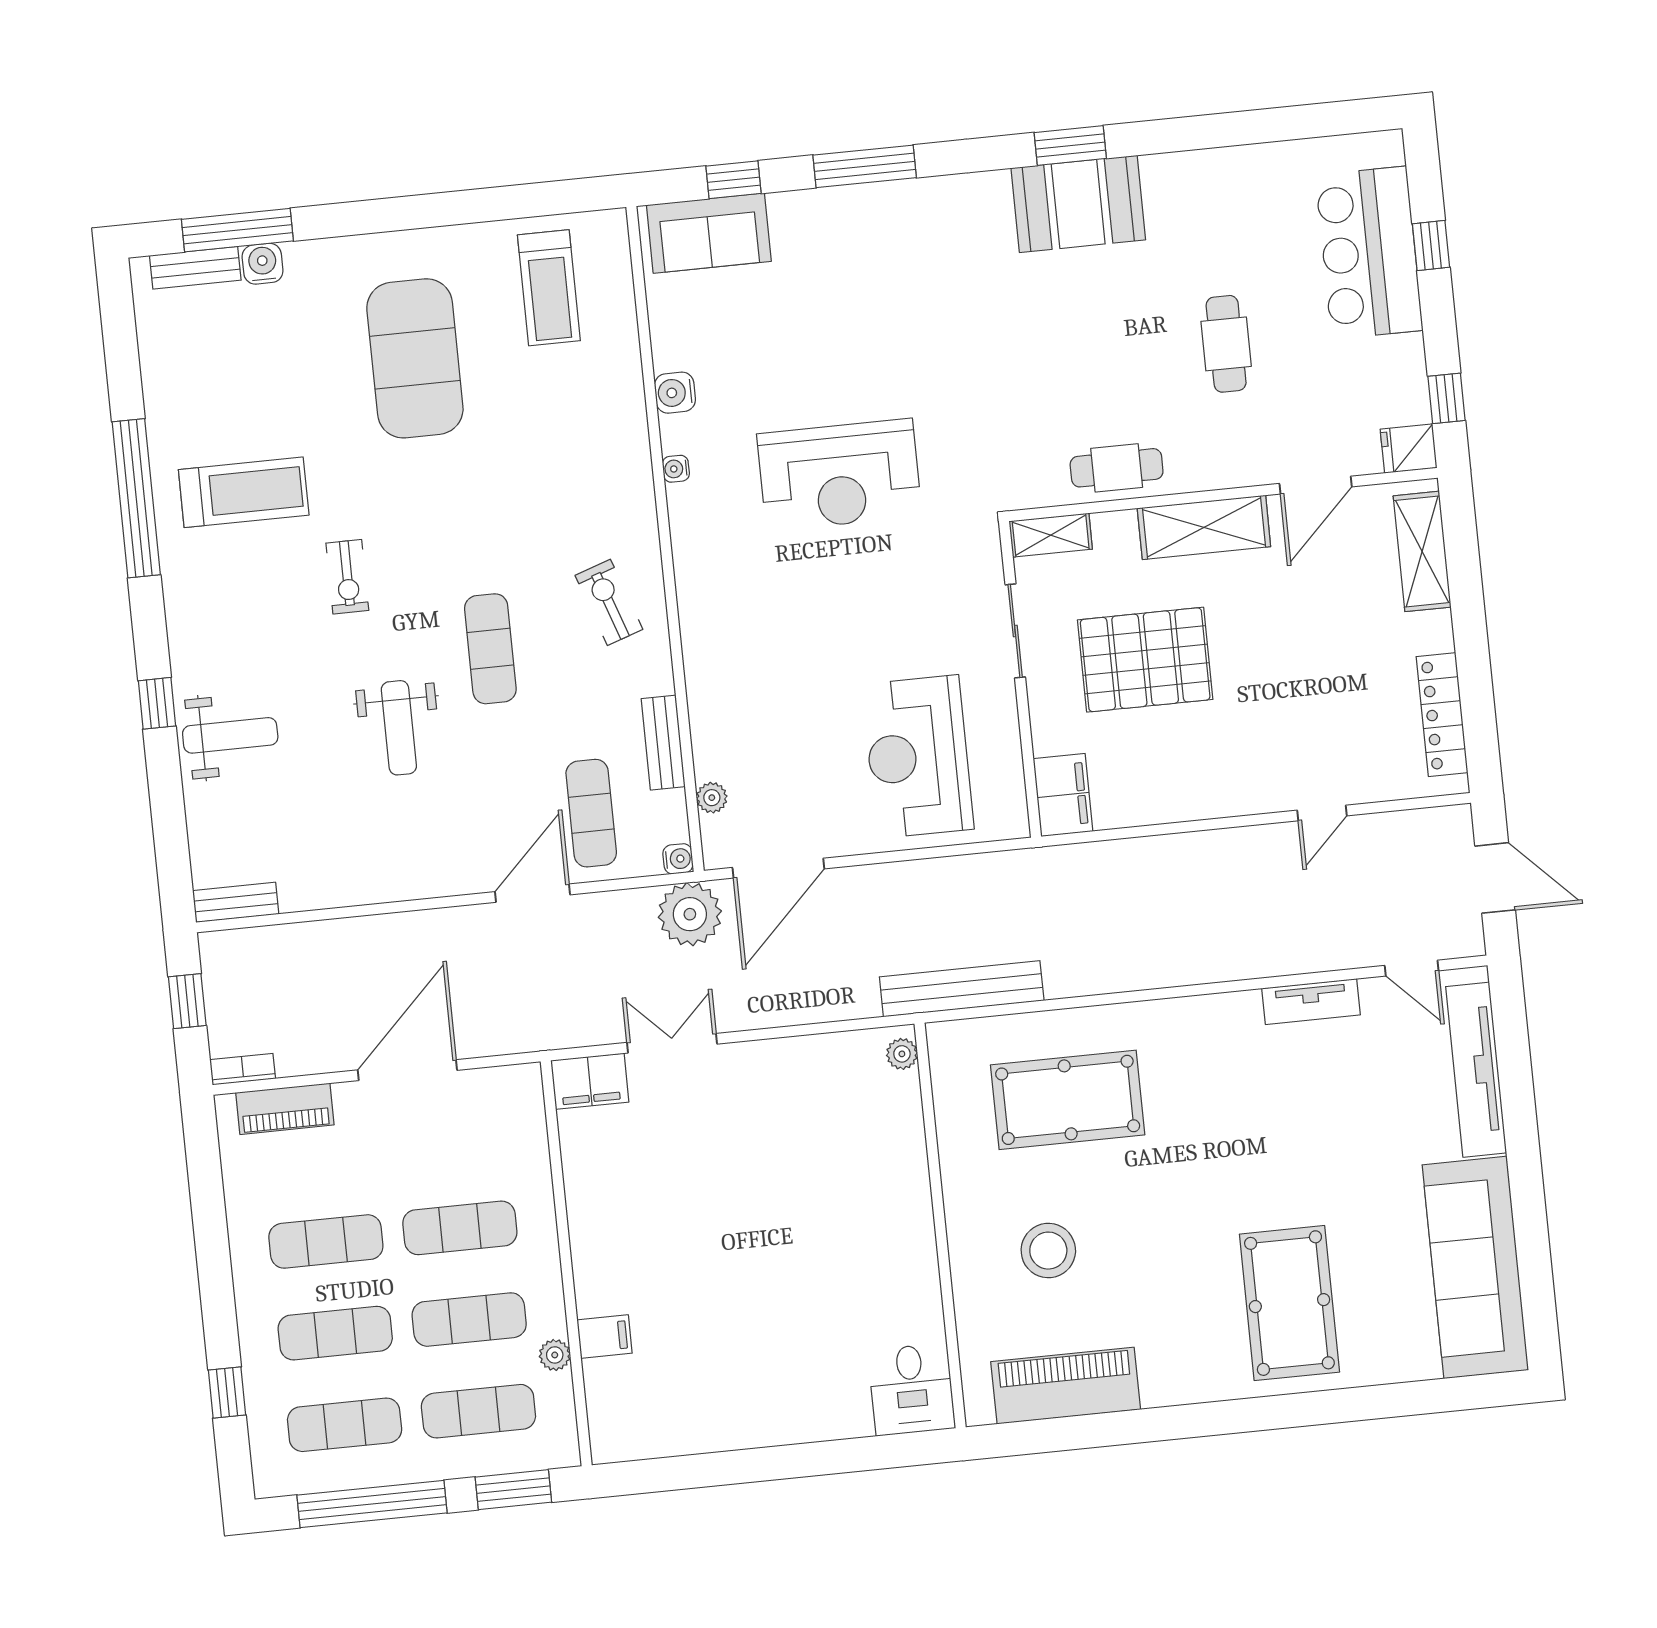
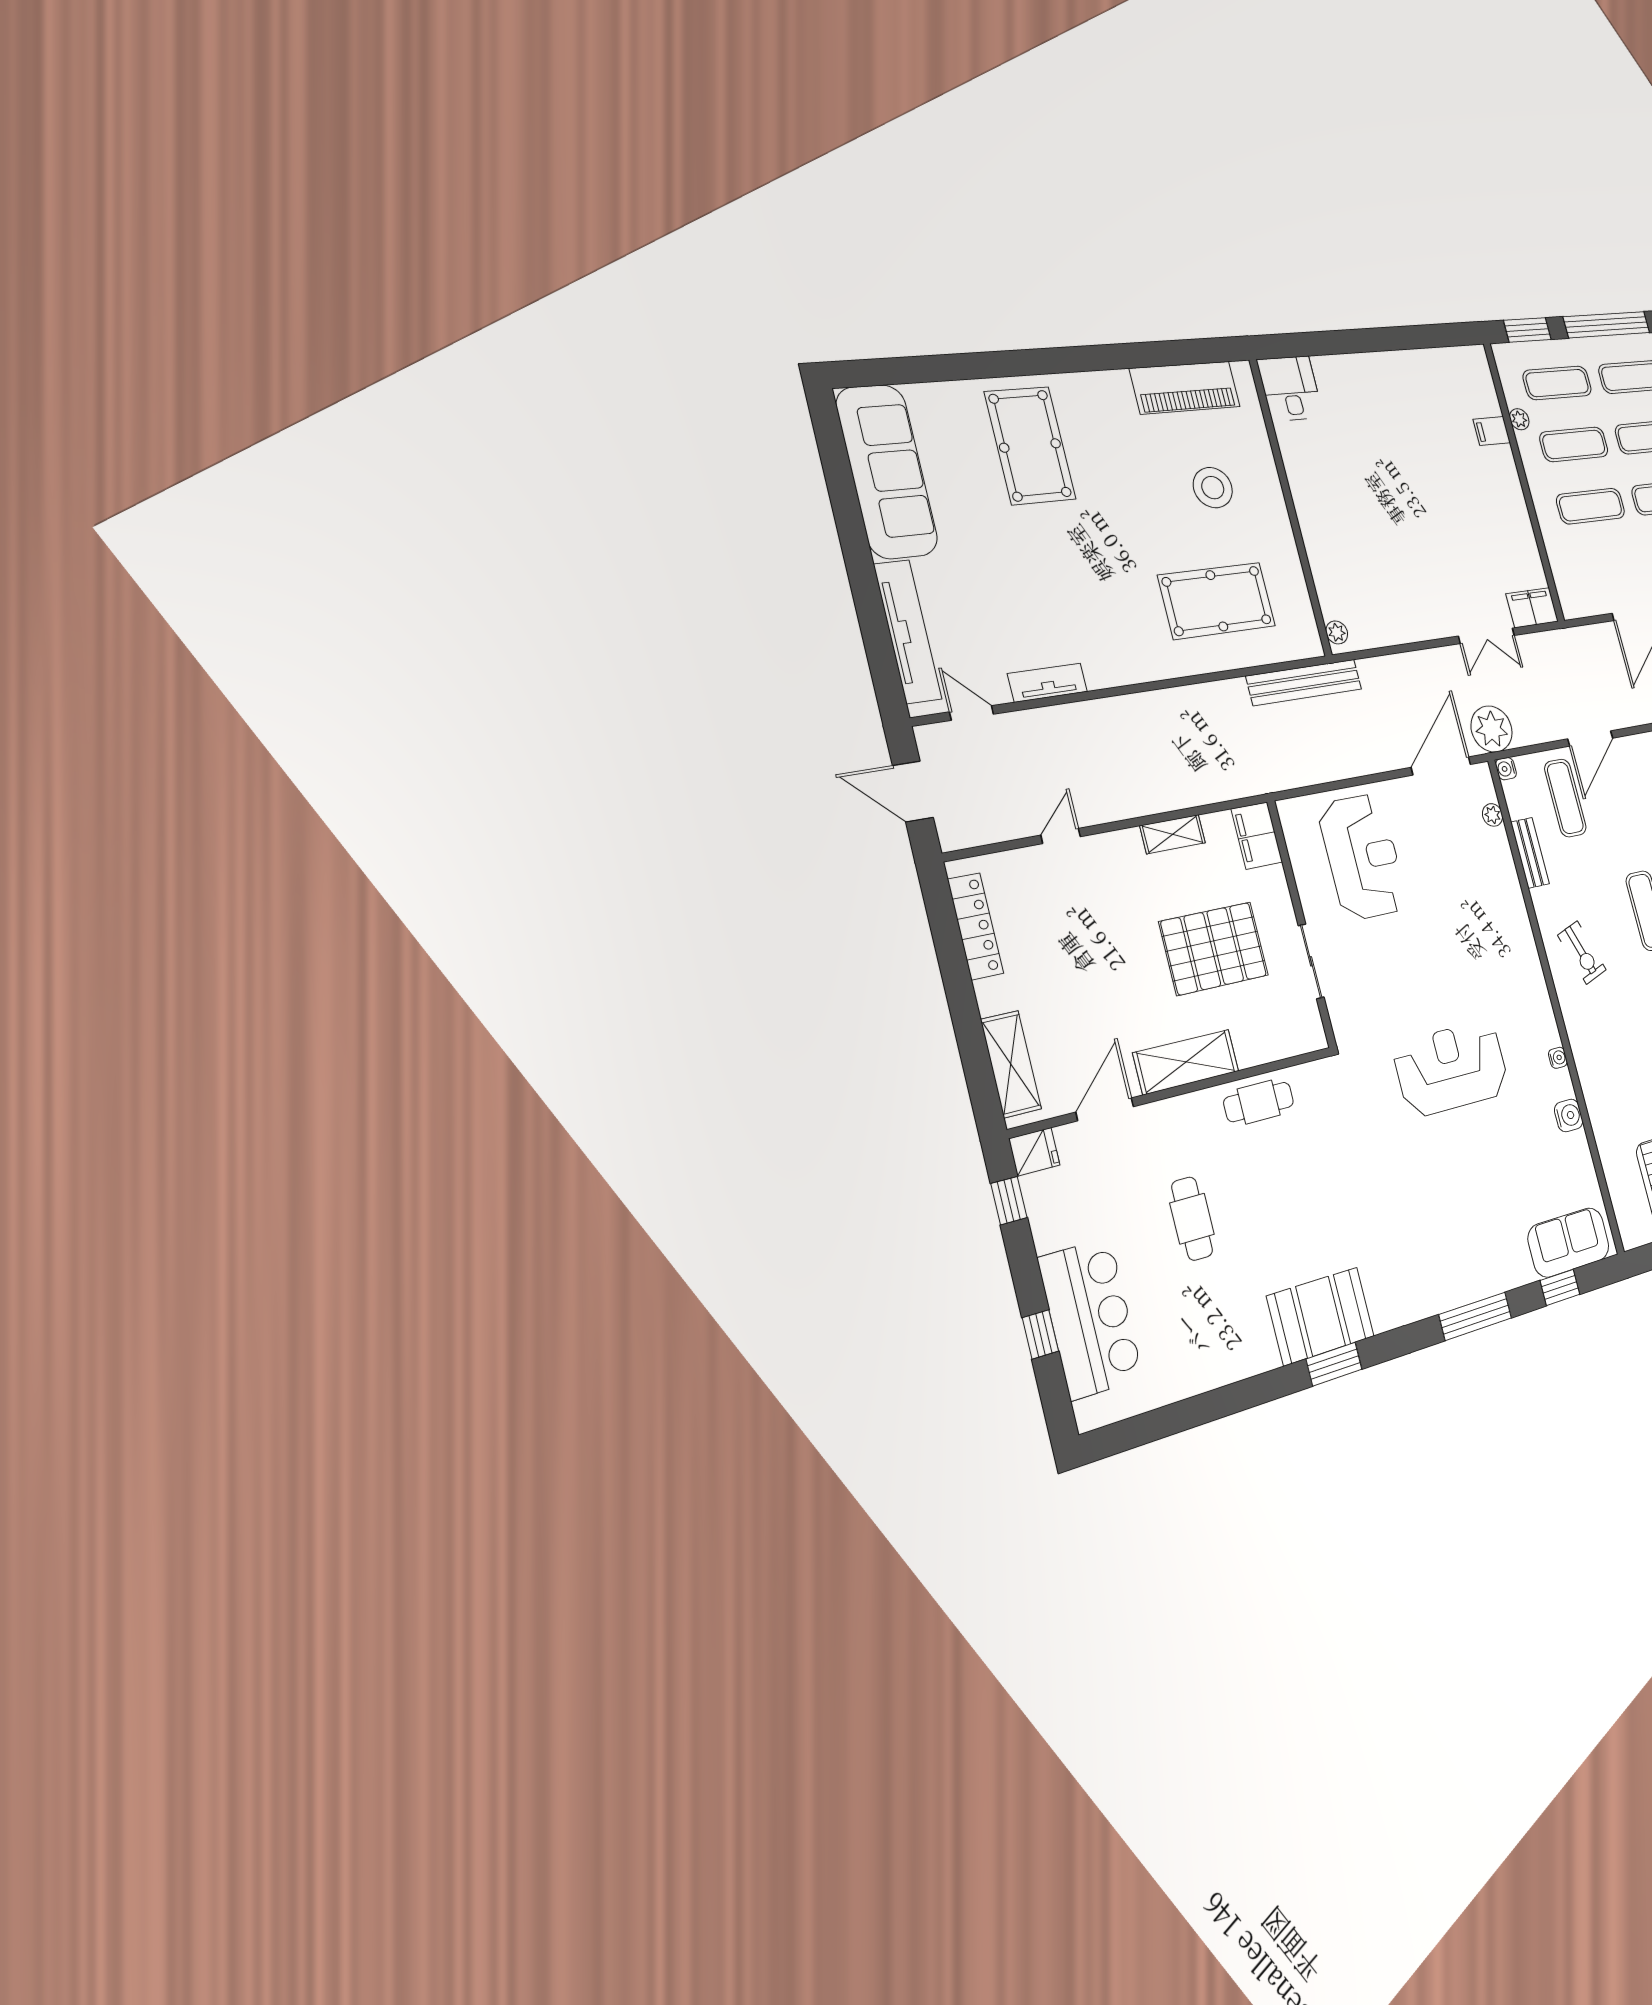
shelving: (1051, 535) -> (1173, 834), moved

